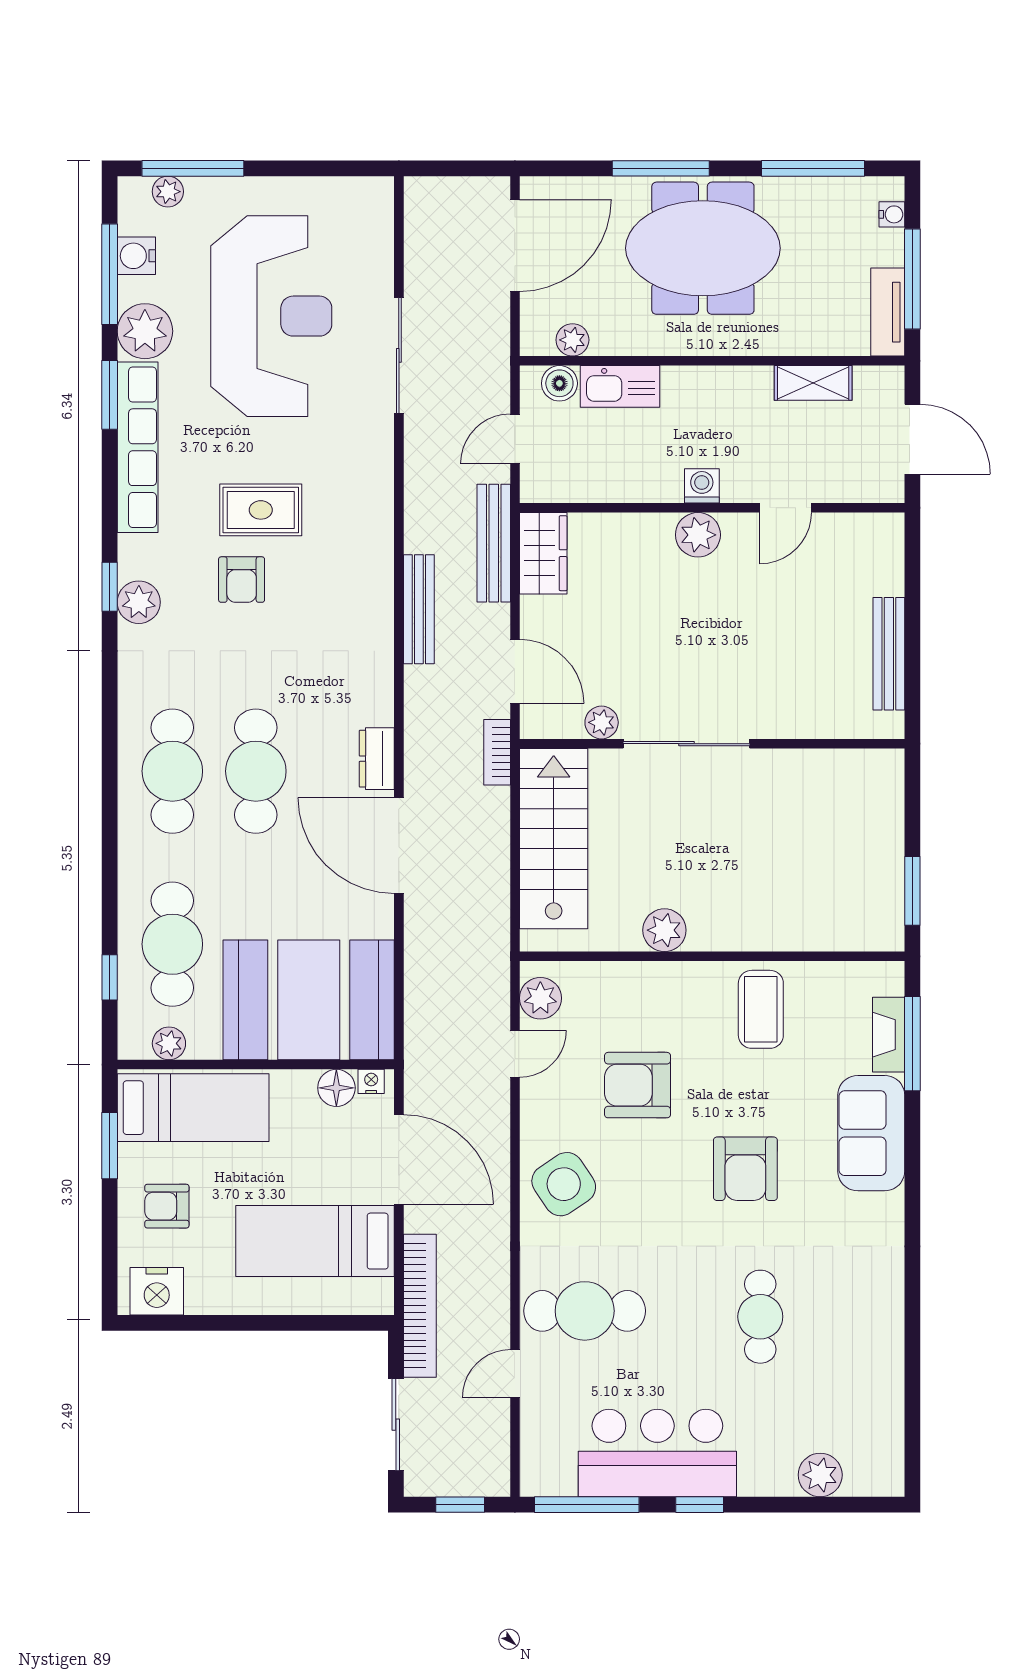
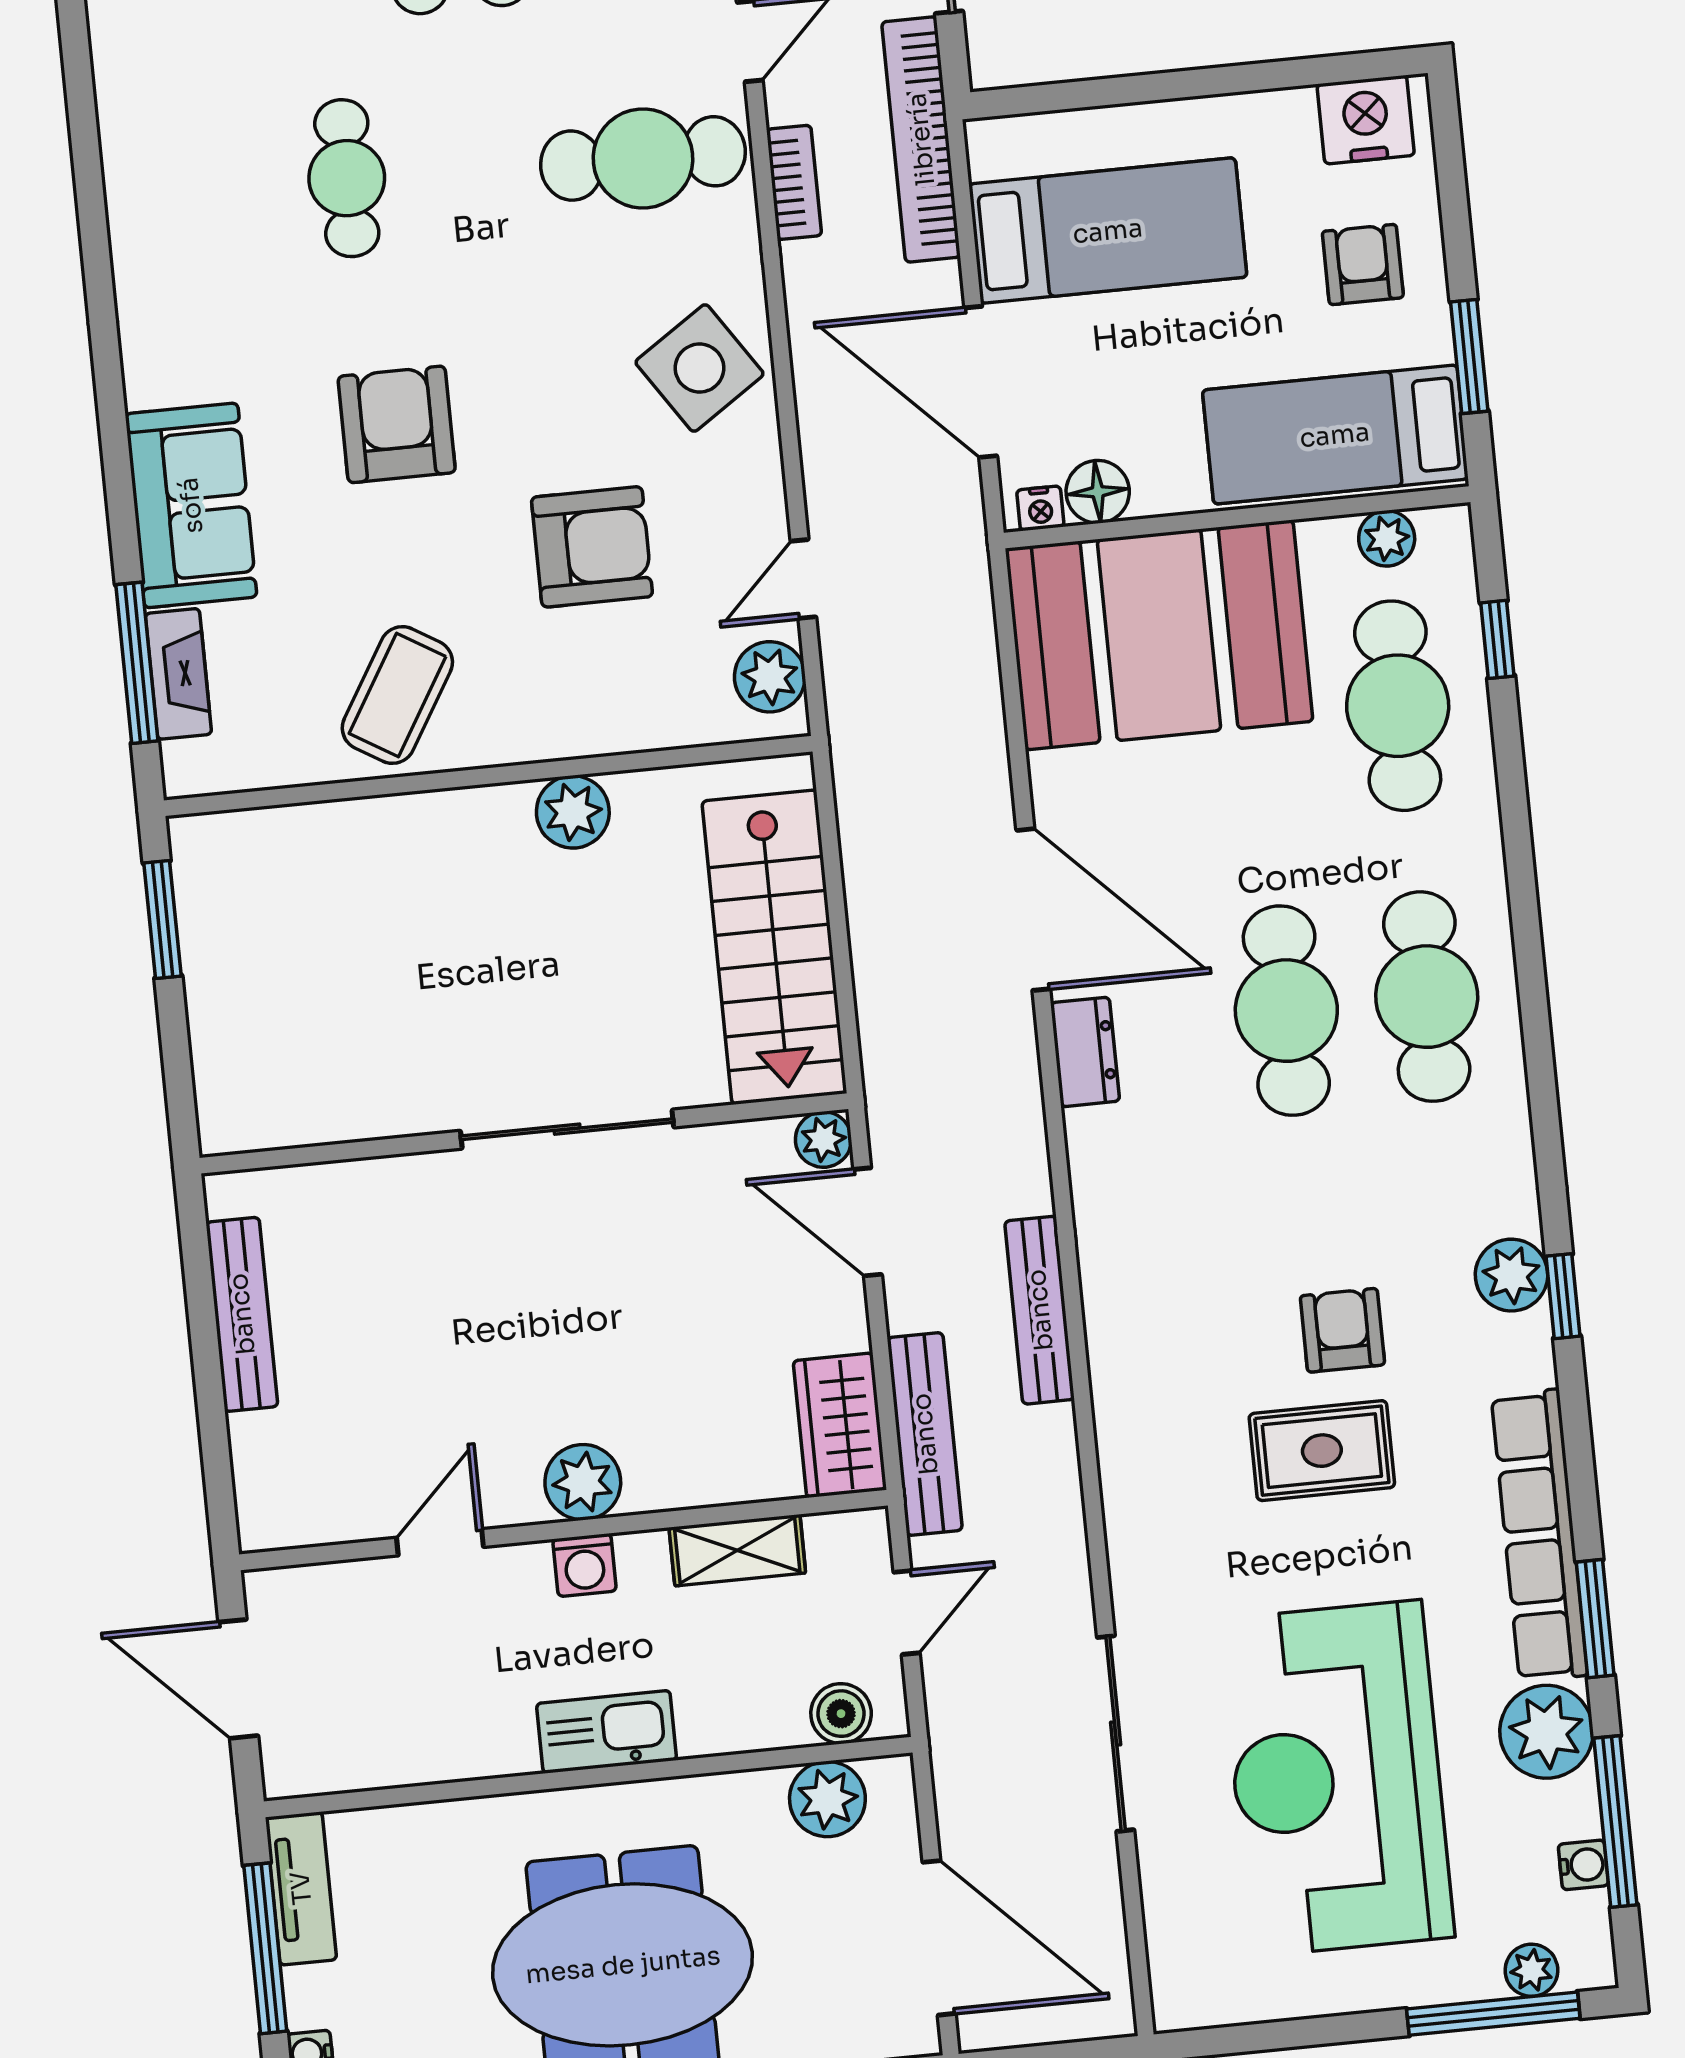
door: (515, 245) -> (939, 1938), swing flipped
water cooler: (136, 256) -> (1583, 1865), width x0.72, depth x0.72
plant: (572, 340) -> (827, 1799), width x1.38, depth x1.38
shelving: (813, 383) -> (737, 1550), moved
kitchen sink: (620, 386) -> (607, 1732), moved
plant: (602, 722) -> (823, 1139), moved
bookcase: (497, 752) -> (794, 182), moved
coffee table: (761, 1009) -> (397, 695), turned 31
armchair: (167, 1206) -> (1363, 264), turned -90

